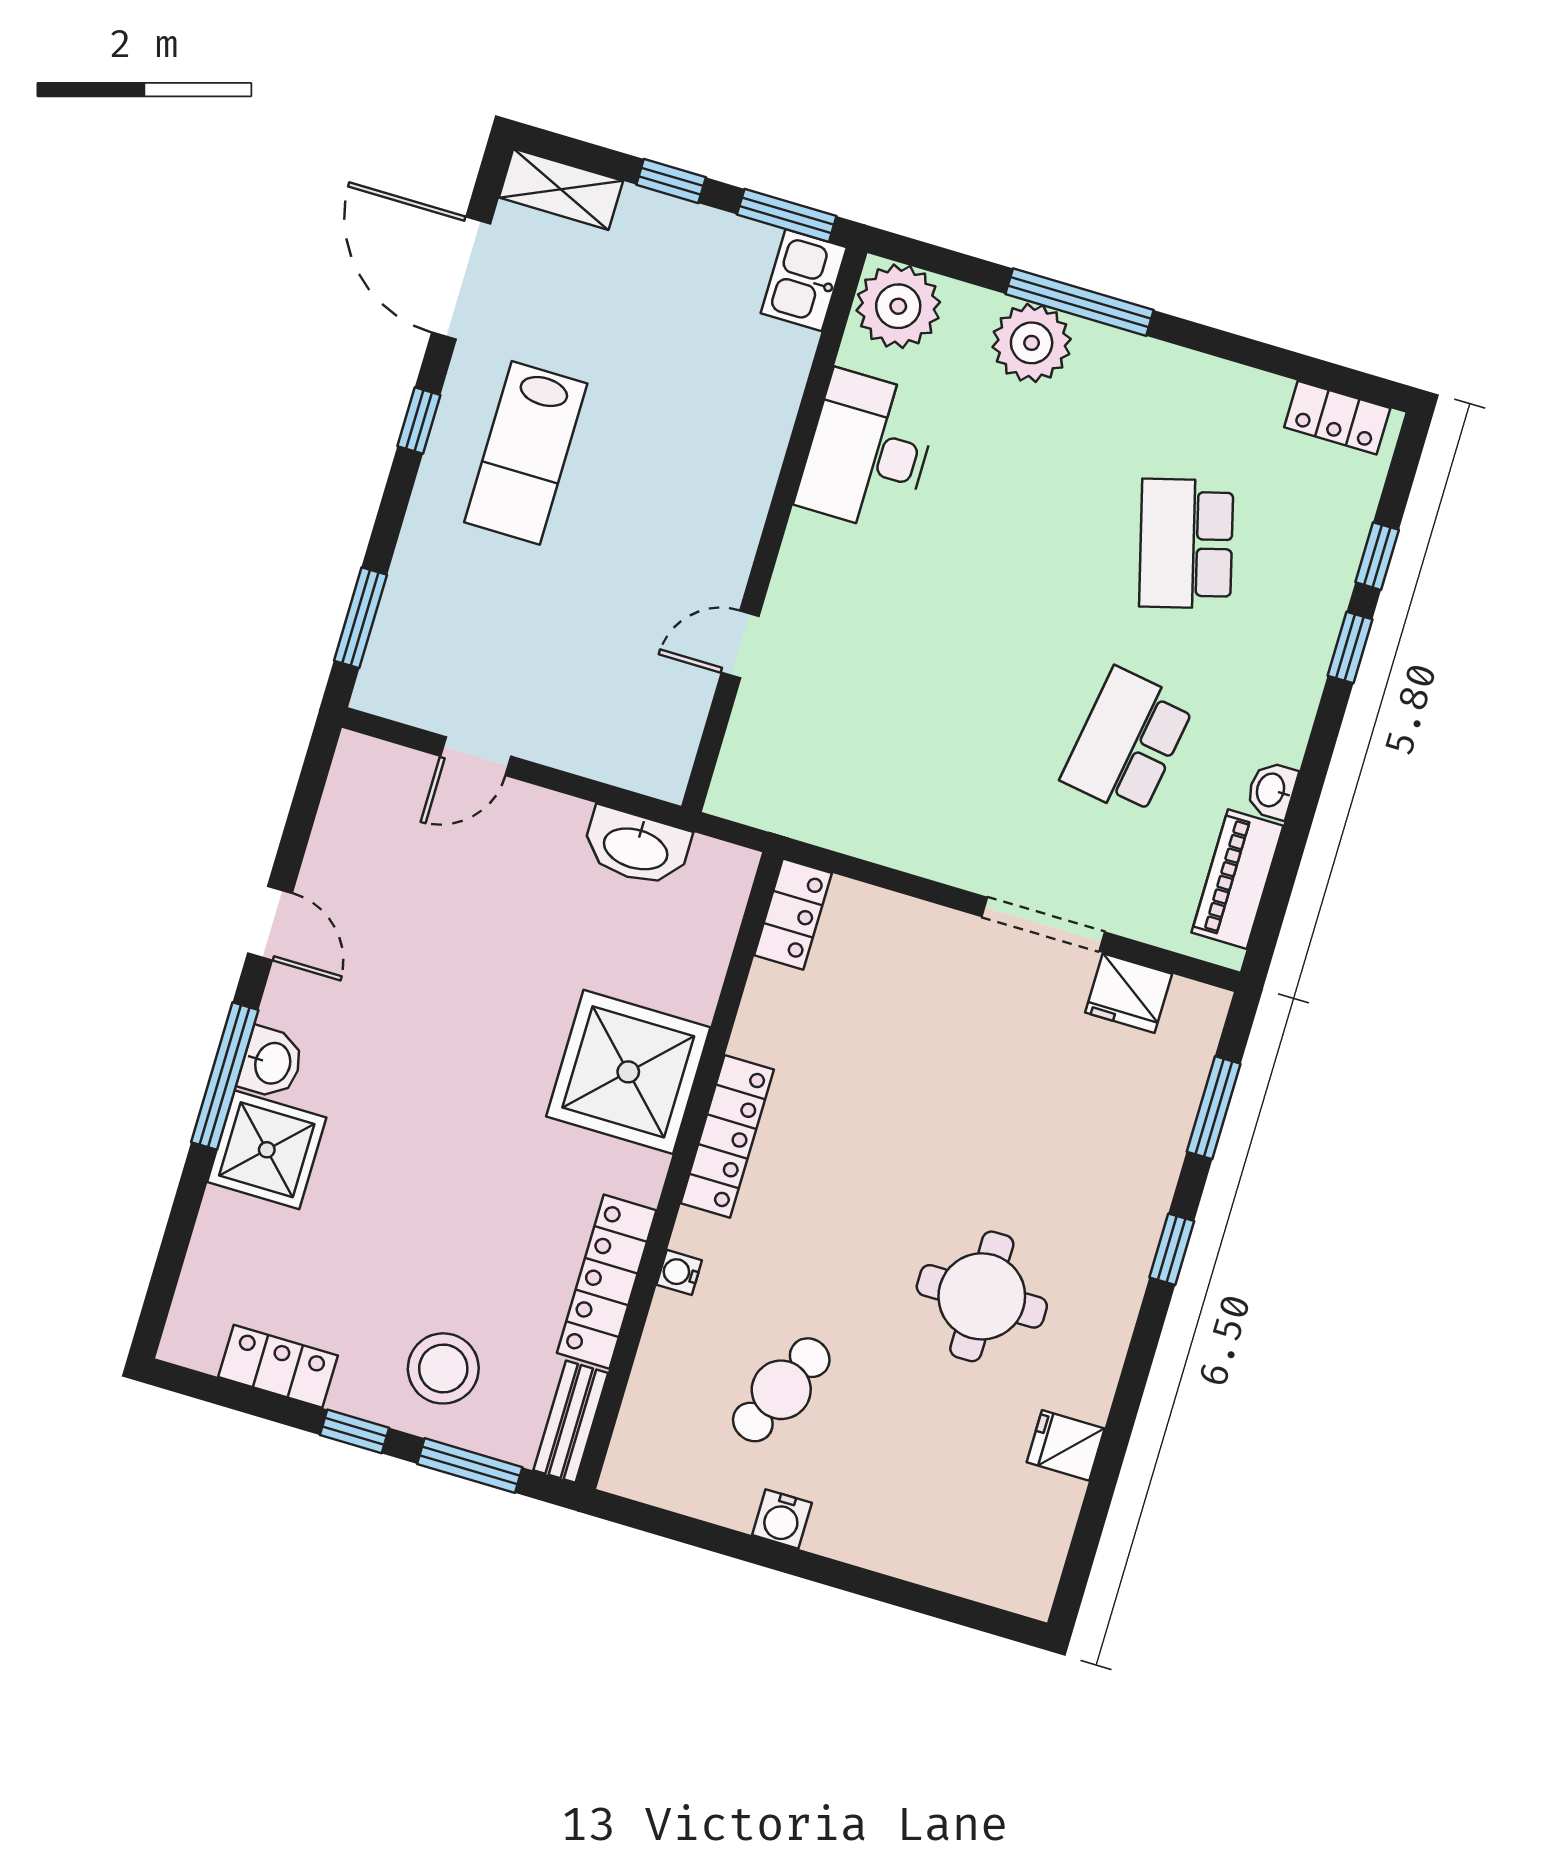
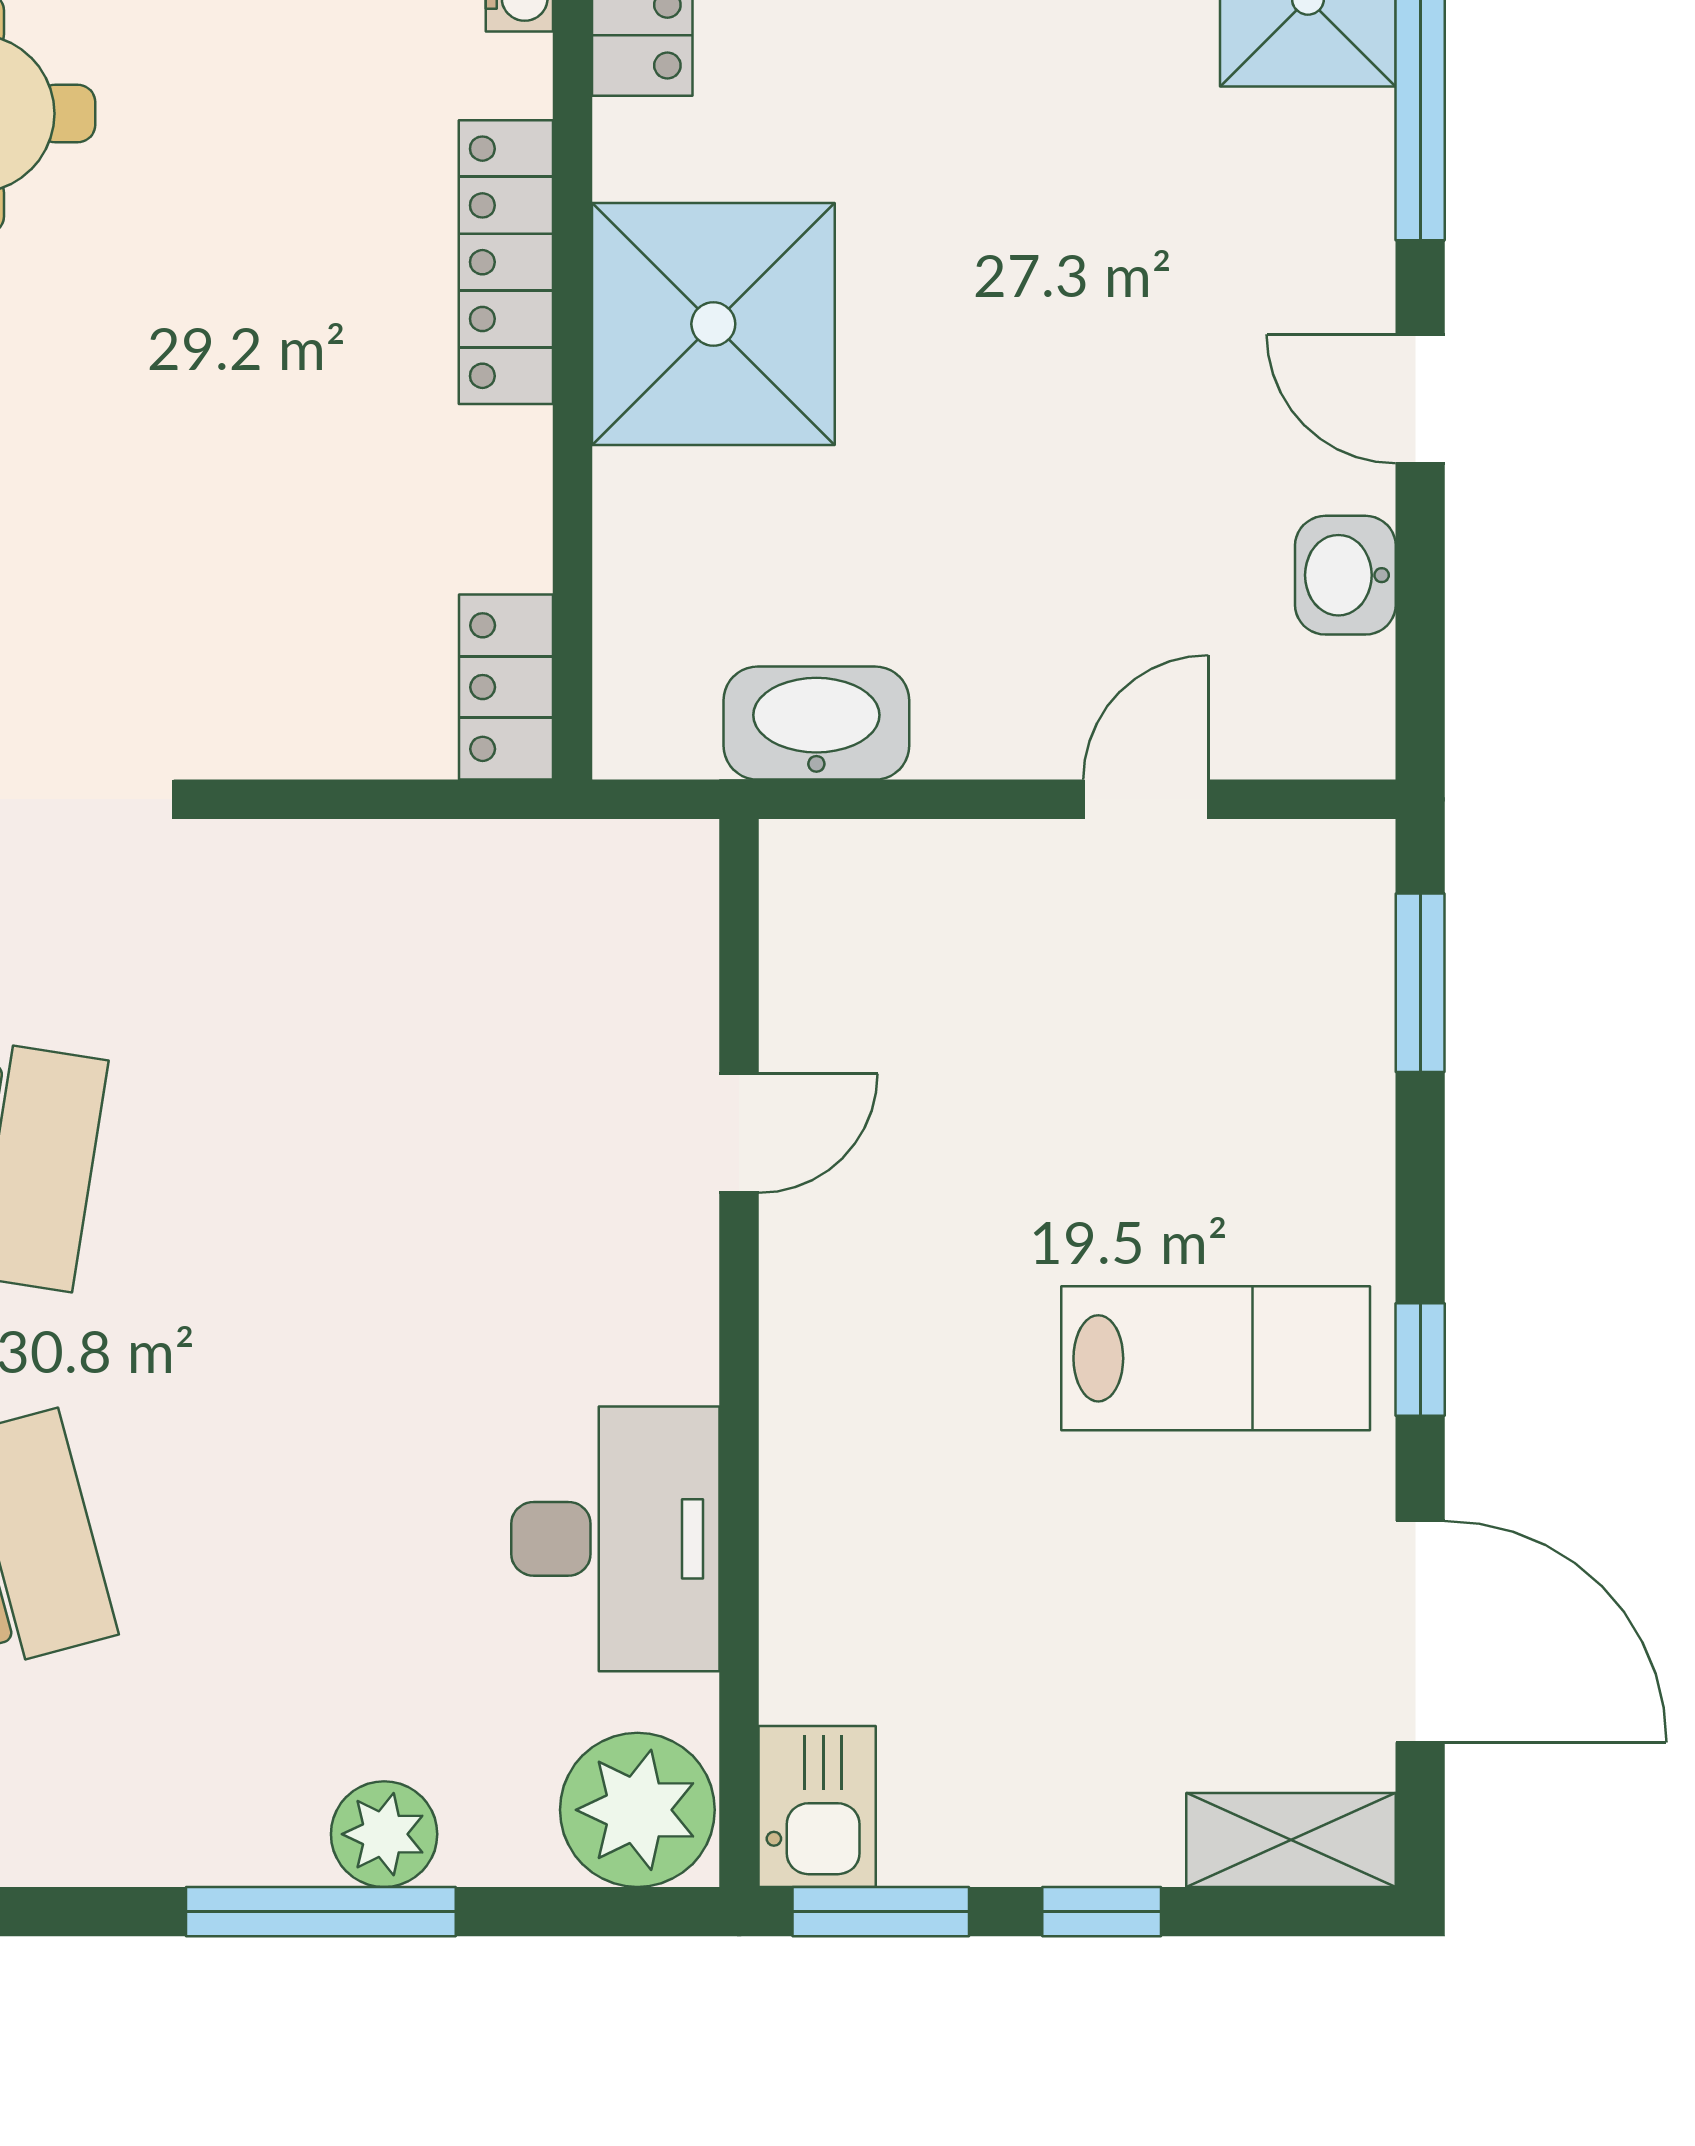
plant: (1032, 343) -> (384, 1834), width x0.73, depth x0.73
lab bench: (526, 453) -> (1216, 1358), turned 90
washbasin: (271, 1063) -> (1345, 575), moved

